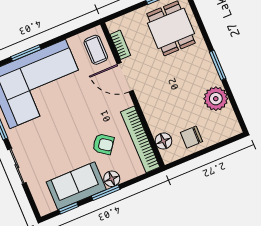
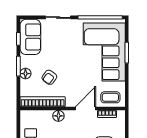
floor lamp: (163, 141) -> (58, 116), moved
sofa: (76, 186) -> (30, 37), moved

